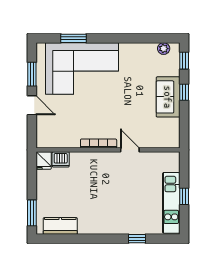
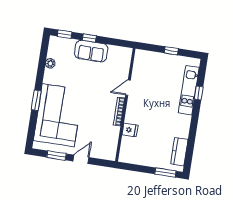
window: (73, 38) -> (36, 100), moved
plant: (164, 49) -> (50, 63), moved
dishwasher: (61, 159) -> (127, 143), removed
fridge: (44, 161) -> (130, 130), moved
kitchen unit: (171, 203) -> (189, 90), moved, turned 90

